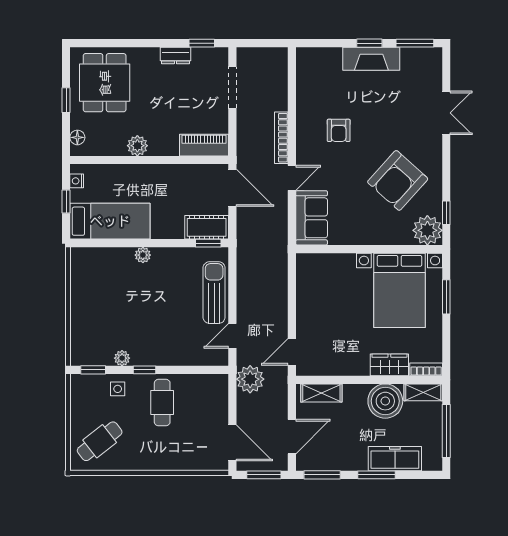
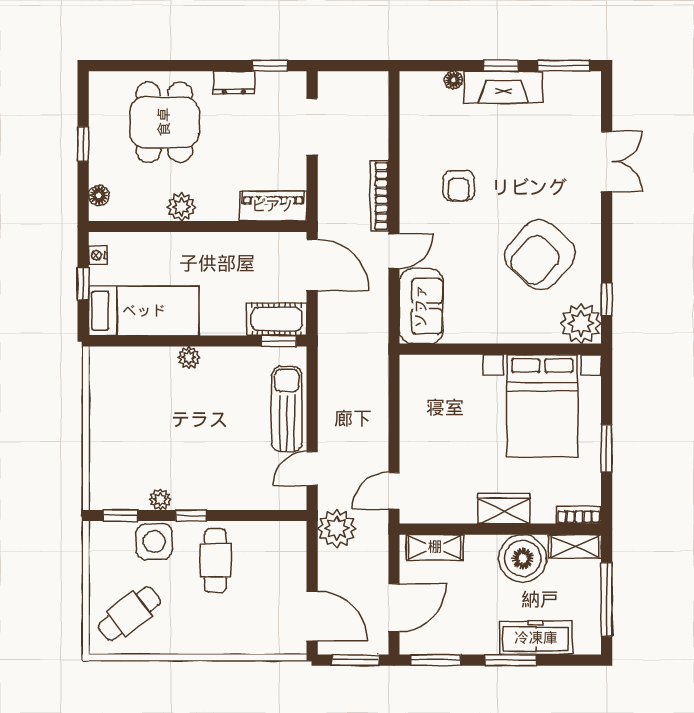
floor lamp: (335, 54) -> (453, 80), added
dining table: (105, 83) -> (164, 122), moved
window: (446, 297) -> (607, 448), moved
wardrobe: (389, 365) -> (504, 509), moved
side table: (118, 389) -> (154, 542), width x1.87, depth x1.87

